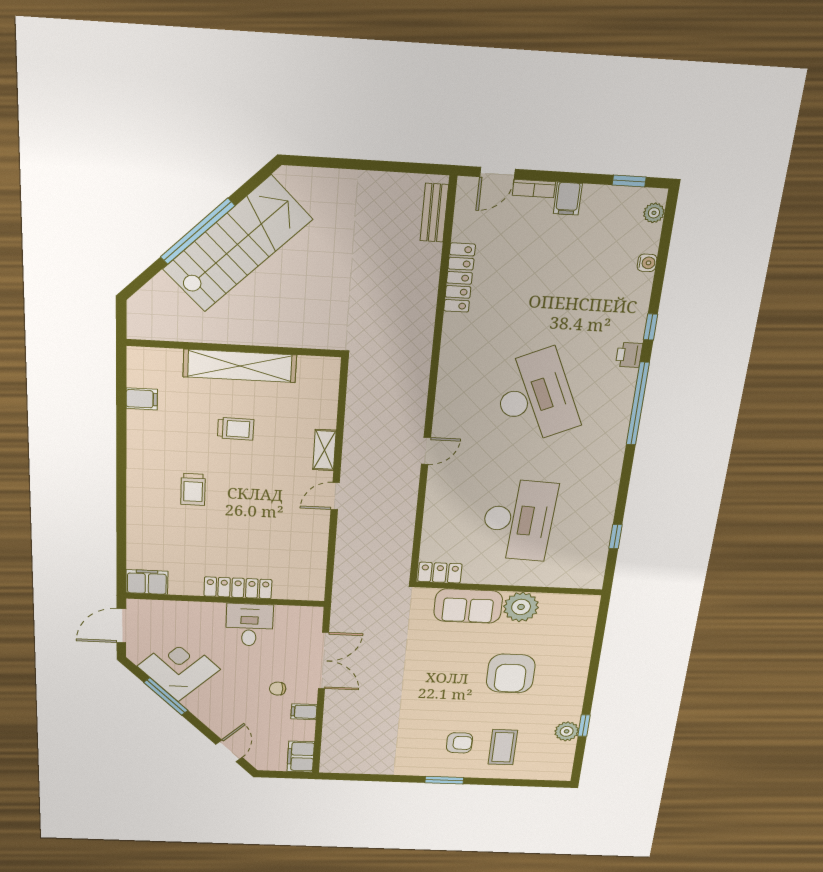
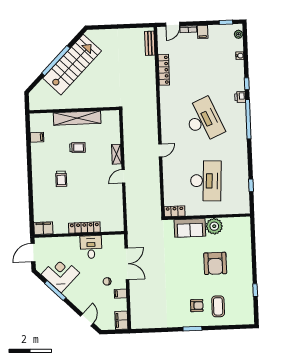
plant: (567, 731) -> (247, 294), removed

